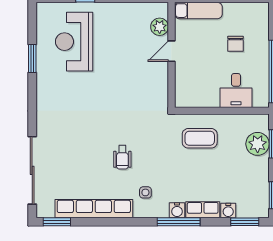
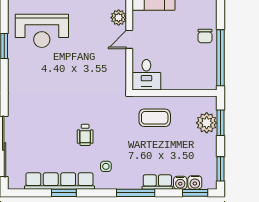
reception desk: (74, 42) -> (42, 31), turned -90
chair: (235, 44) -> (205, 36), moved
desk: (236, 91) -> (146, 75), moved
water cooler: (177, 210) -> (195, 182), moved
window: (57, 222) -> (64, 193), moved

